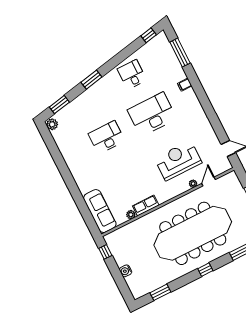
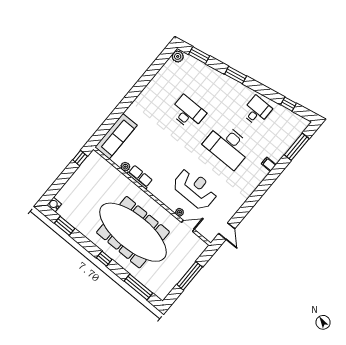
window: (149, 35) -> (289, 104), moved
desk: (152, 114) -> (228, 146), turned 180
water cooler: (126, 271) -> (54, 204), moved

